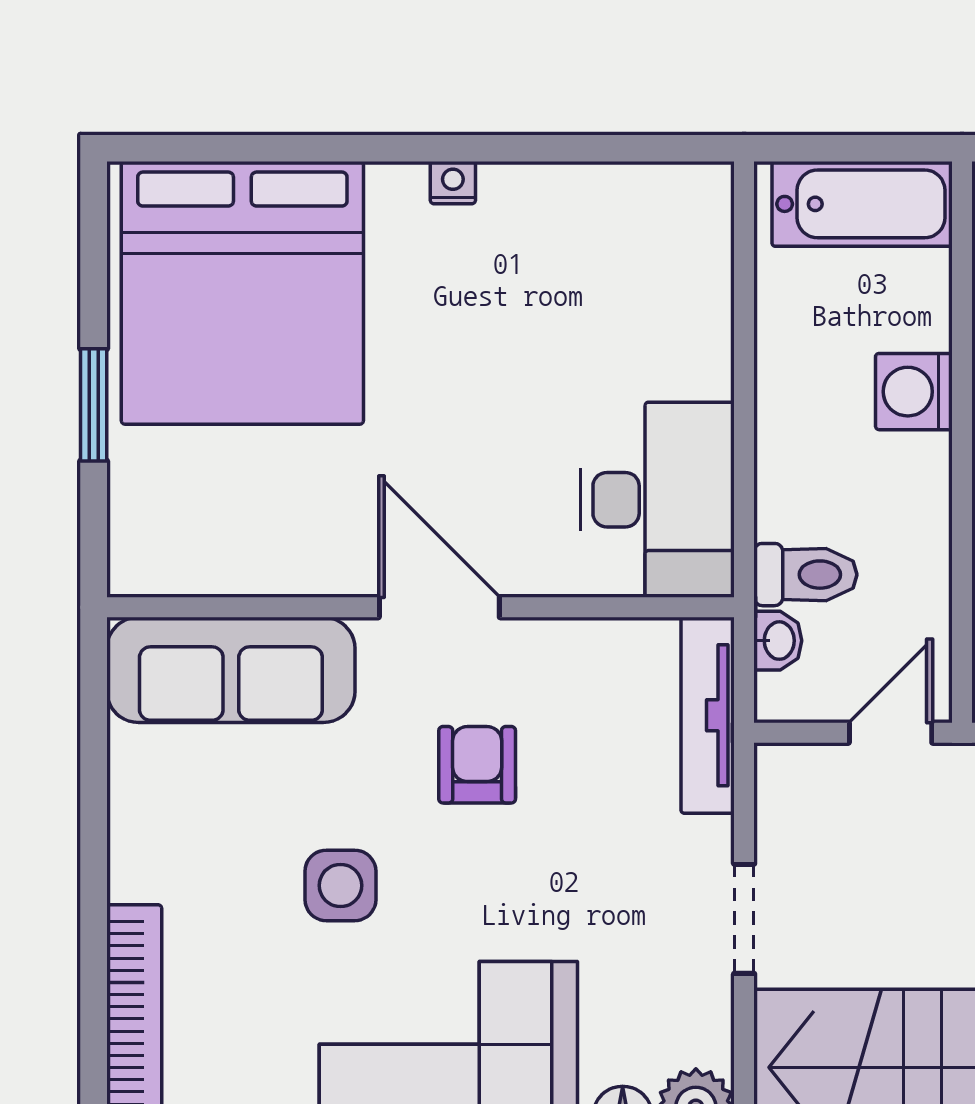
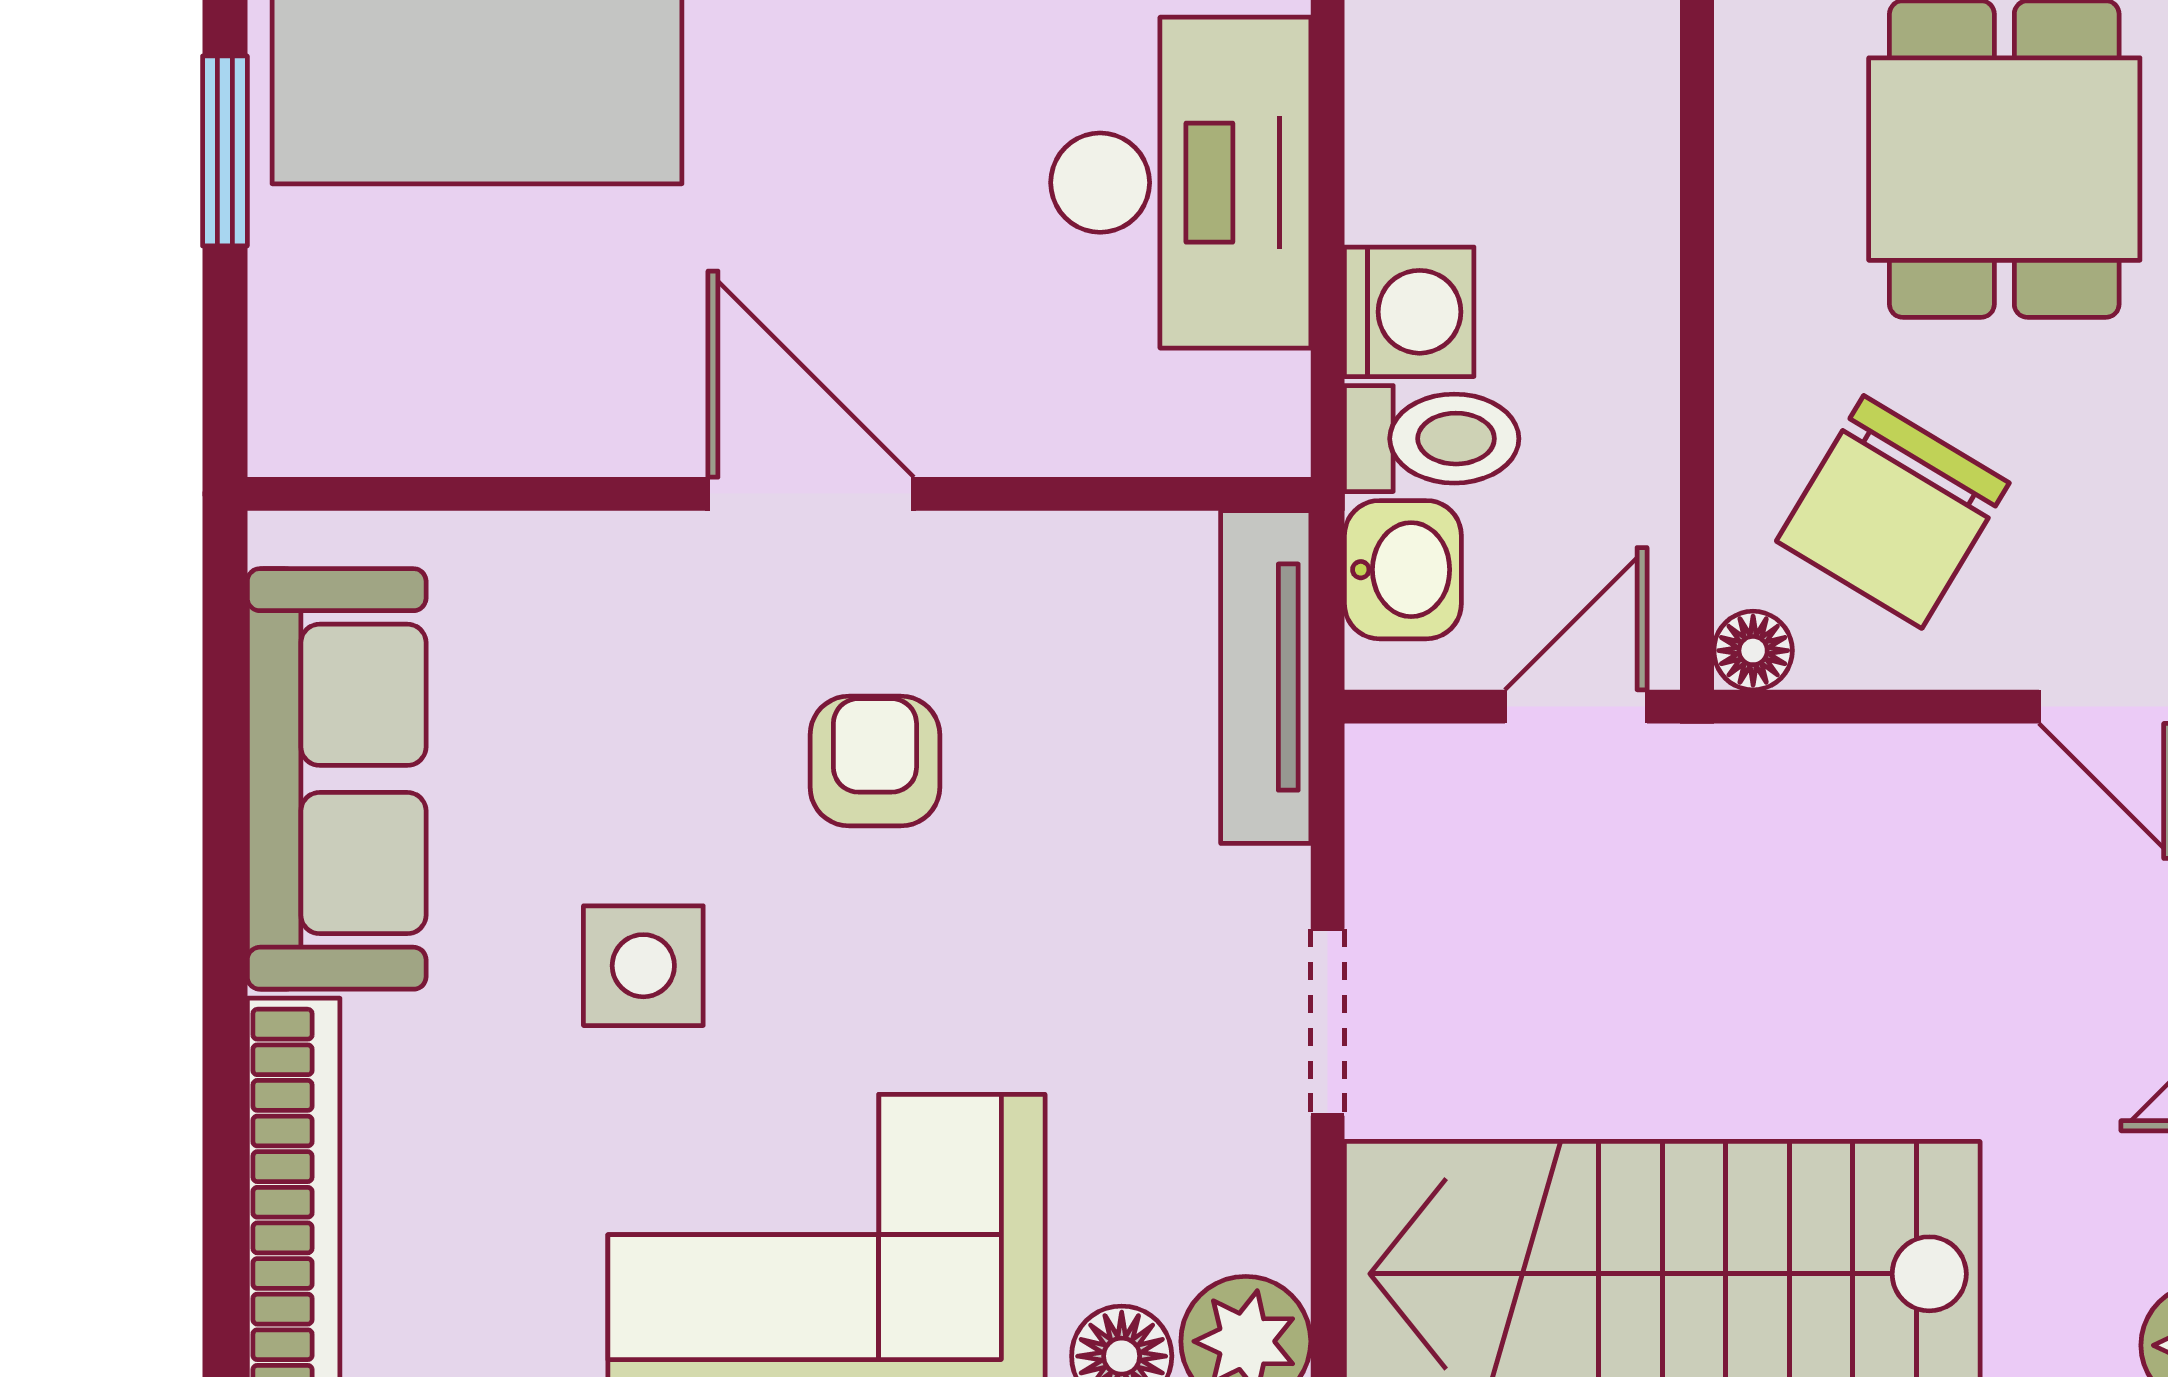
washing machine: (914, 392) -> (1409, 312), moved, turned 180
desk: (657, 500) -> (1181, 183), moved
washbasin: (778, 641) -> (1403, 570), width x1.38, depth x1.45
sofa: (231, 670) -> (337, 779), moved, turned -90

